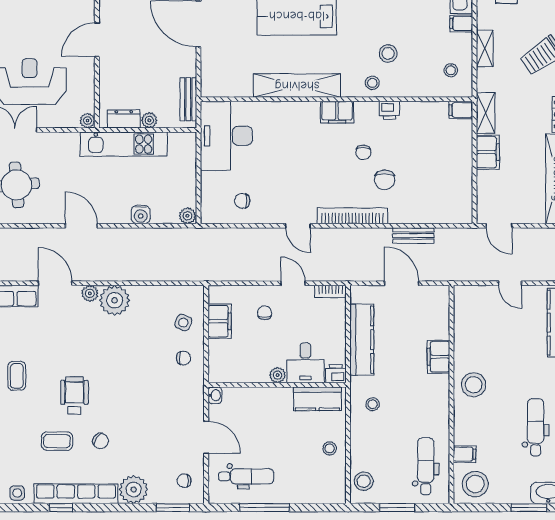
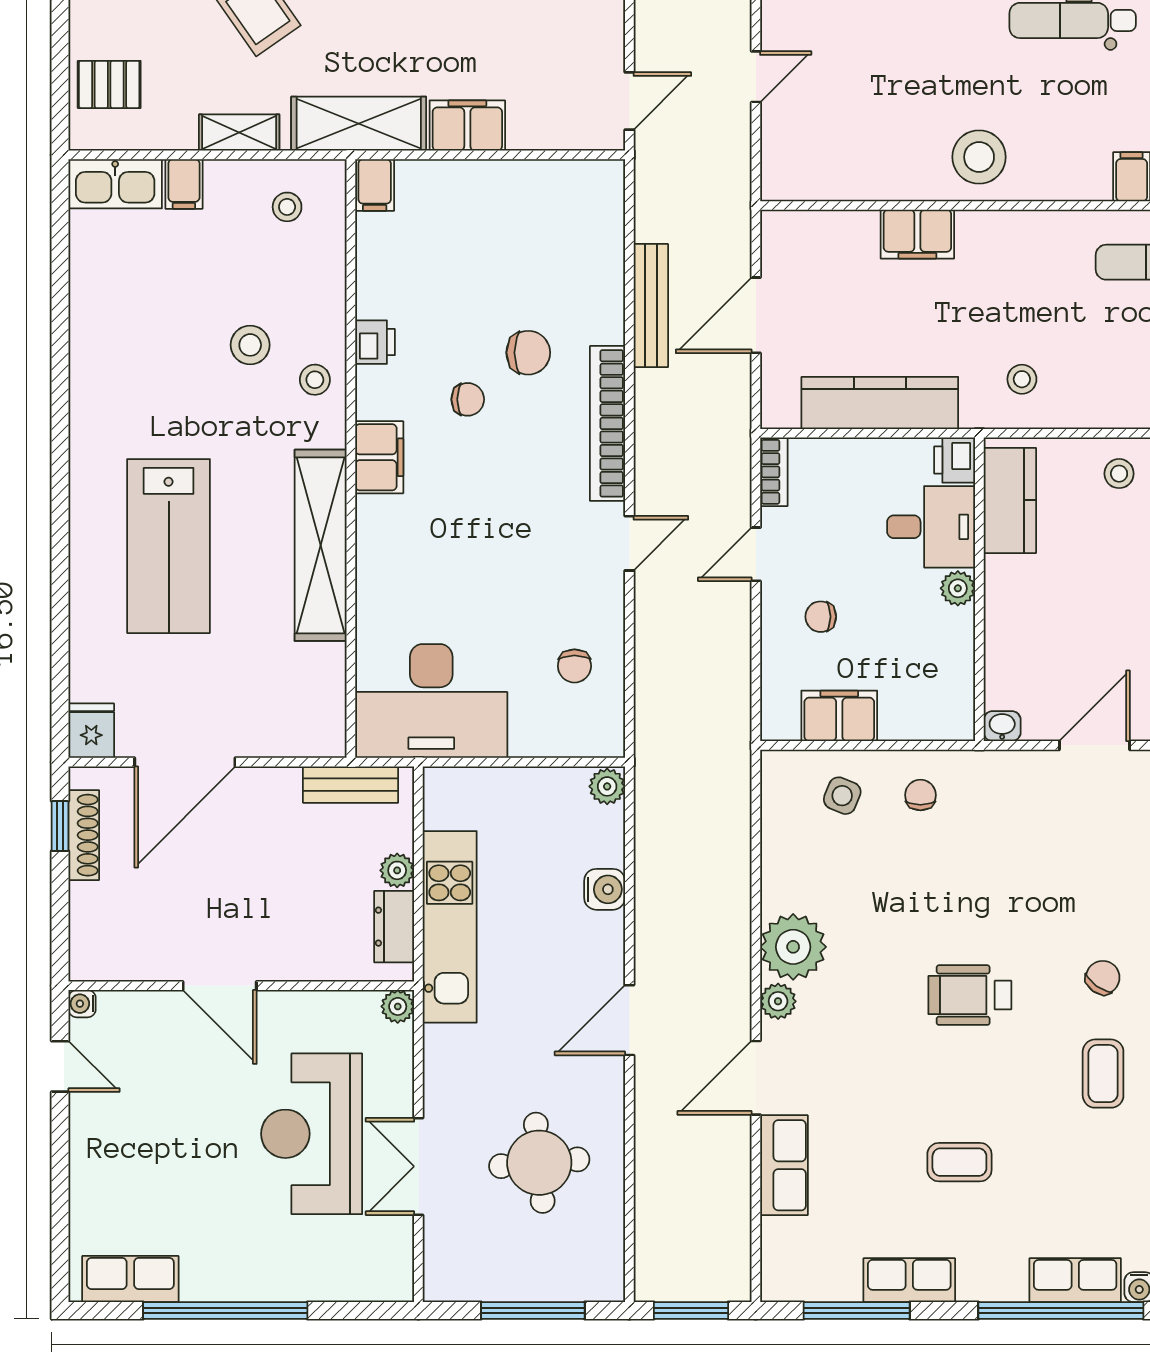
shelving: (486, 113) -> (359, 124), width x1.50, depth x1.33
bench: (413, 236) -> (651, 306), width x1.36
wheelchair: (74, 395) -> (970, 995), moved

